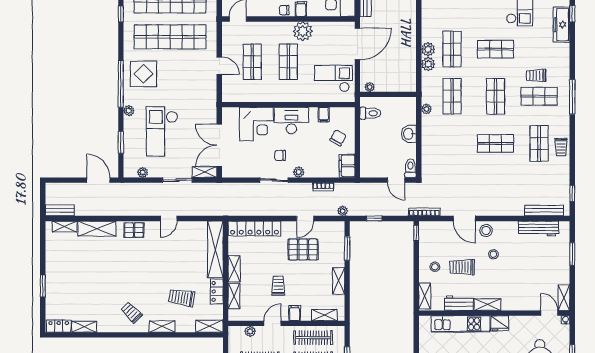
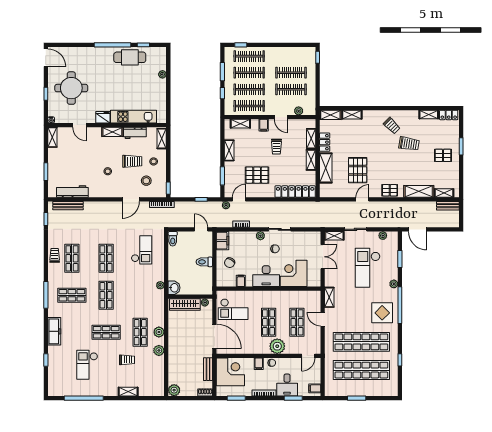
freezer: (561, 25) -> (54, 331), moved
plant: (303, 31) -> (277, 346), moved
door: (357, 44) -> (214, 336), swing flipped
plant: (428, 64) -> (159, 350), moved
trolley: (536, 75) -> (127, 360), moved
wardrobe: (395, 84) -> (185, 305), added
shelving: (211, 94) -> (329, 297), added
shop shelf: (452, 96) -> (140, 295), removed
toilet: (370, 113) -> (204, 262), moved
checkout: (162, 131) -> (368, 268), turned 180
washbasin: (409, 134) -> (174, 288), moved
shop shelf: (496, 143) -> (106, 258), turned 90
double door: (219, 145) -> (323, 257), width x0.73
checkout: (450, 154) -> (142, 250), added
door: (396, 180) -> (201, 229), moved
door: (305, 218) -> (239, 199), moved
door: (464, 218) -> (131, 199), swing flipped
stool: (486, 230) -> (146, 181), moved
shelving: (215, 249) -> (326, 168), width x0.68
pallet: (175, 256) -> (358, 170), added
pallet: (66, 274) -> (443, 155), added
trolley: (182, 298) -> (409, 144), moved
door: (549, 313) -> (79, 125), moved
door: (272, 323) -> (281, 117), hinge flipped
shelving: (162, 327) -> (352, 115), moved

